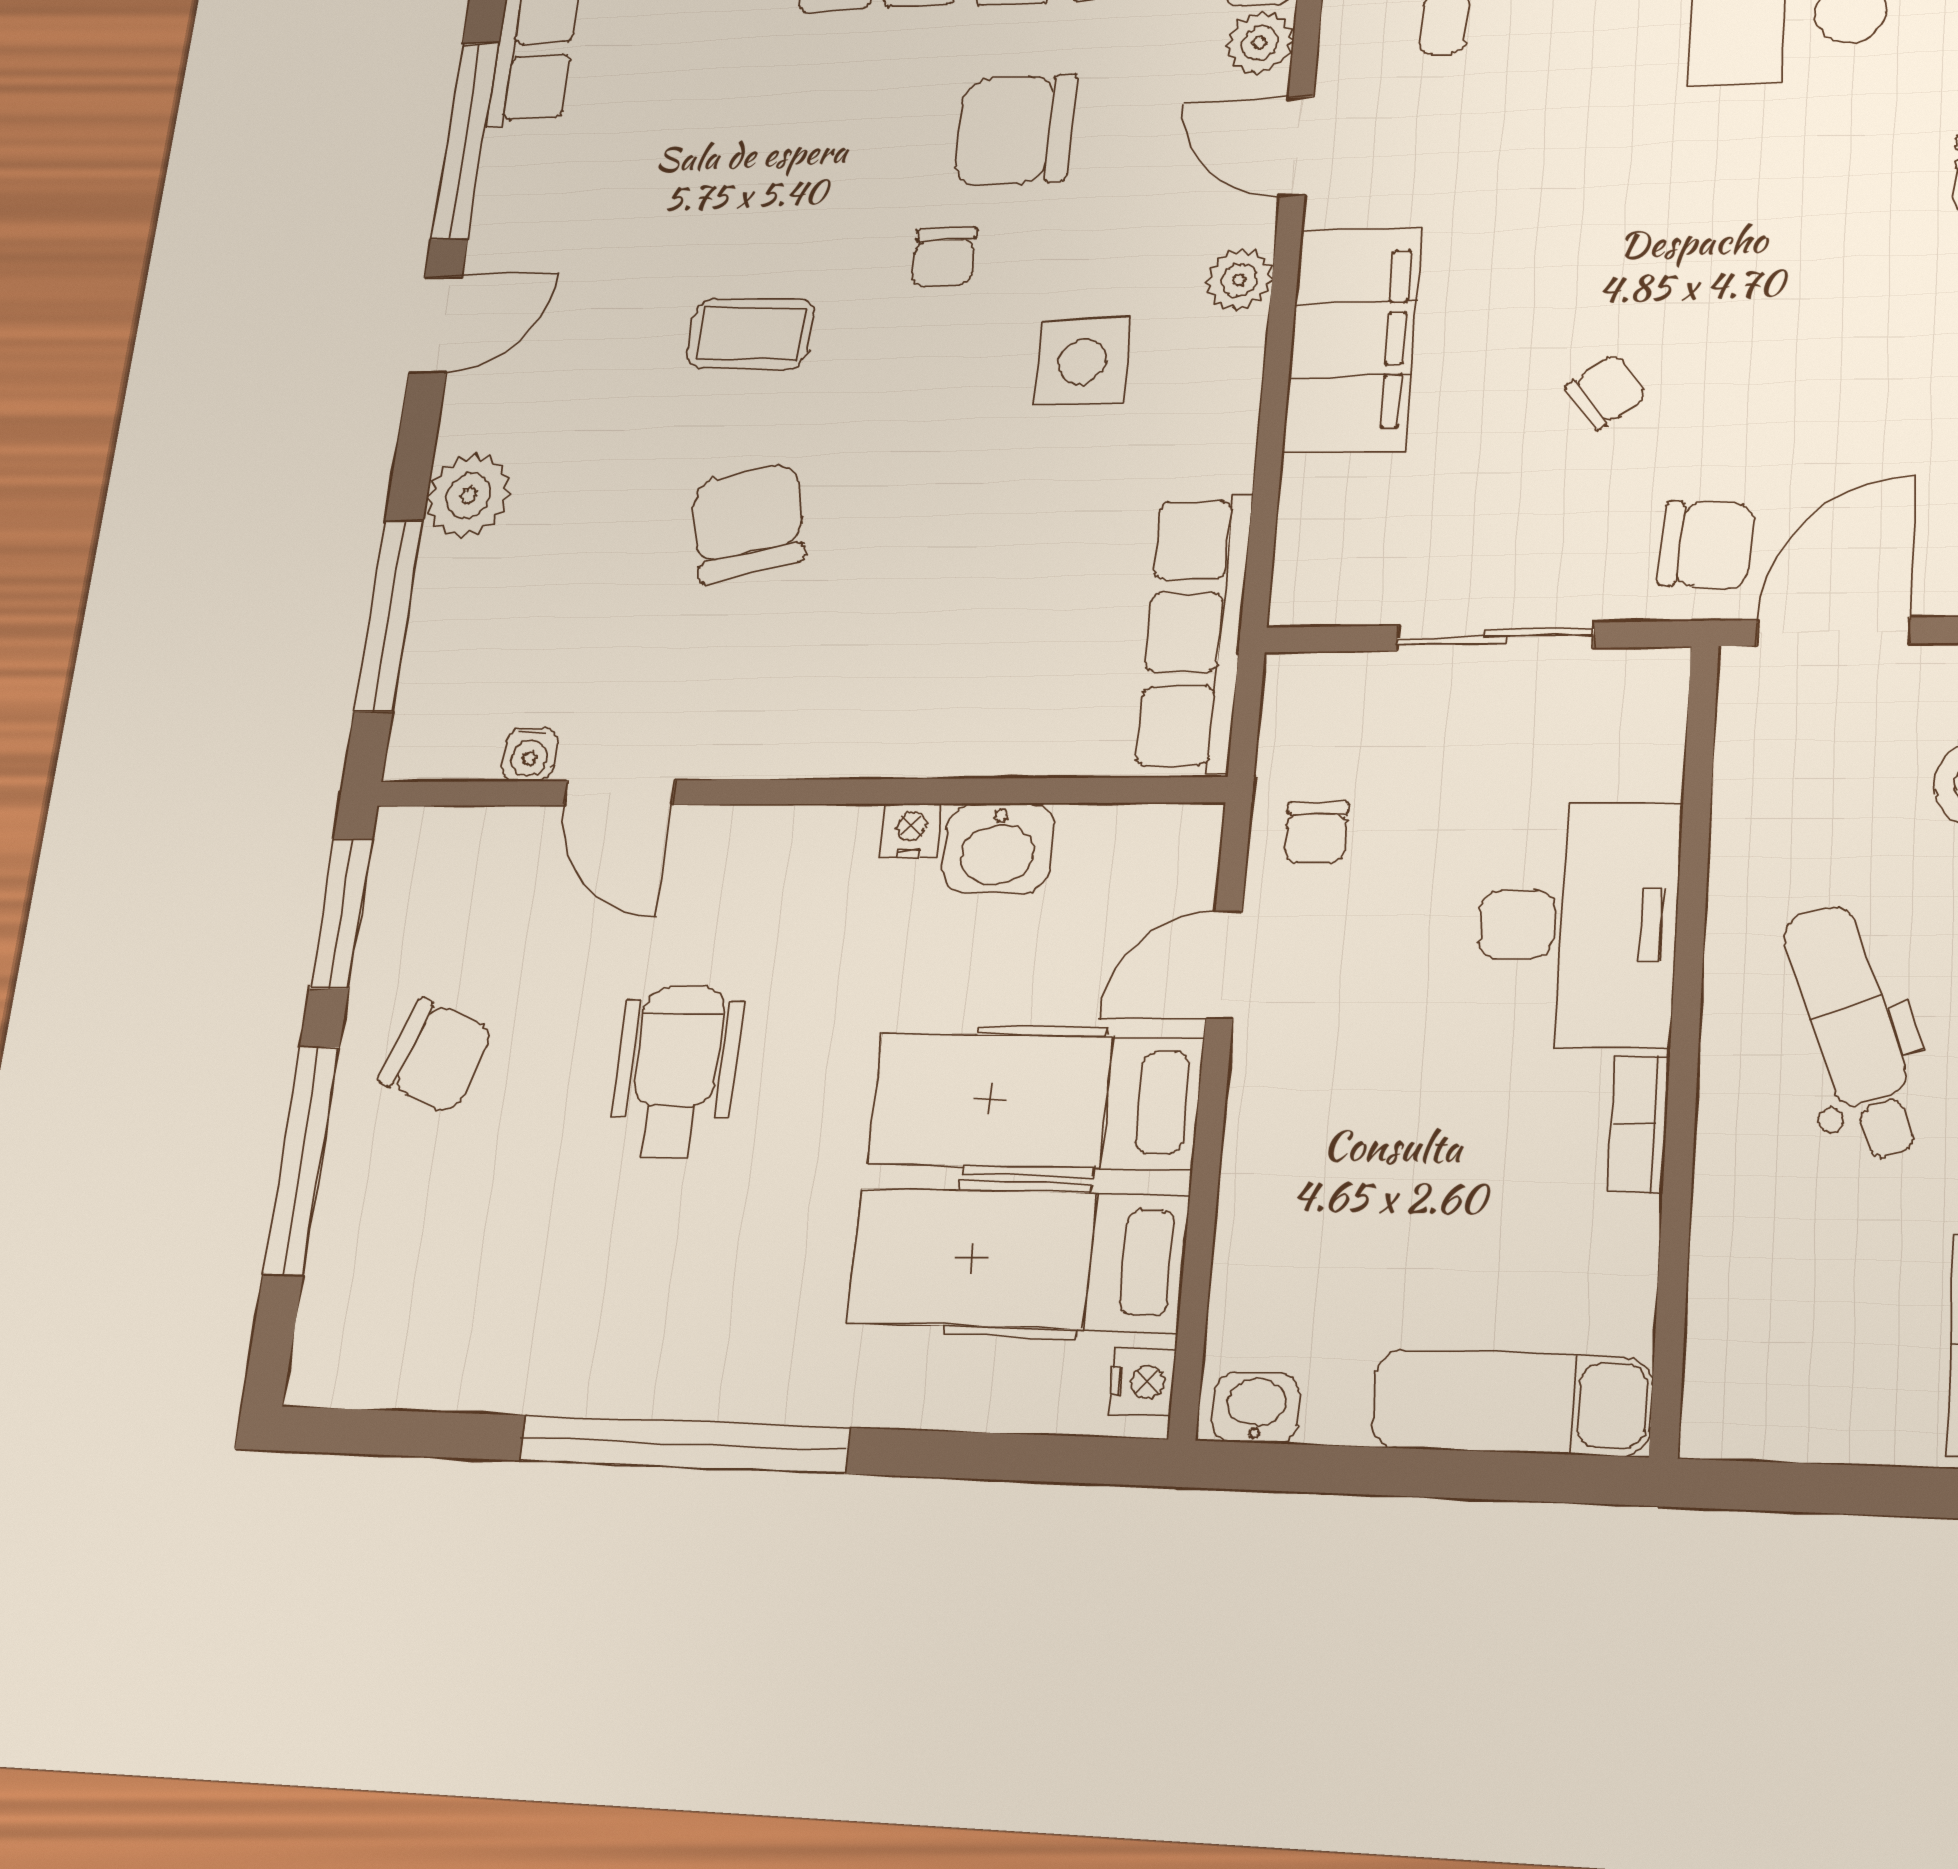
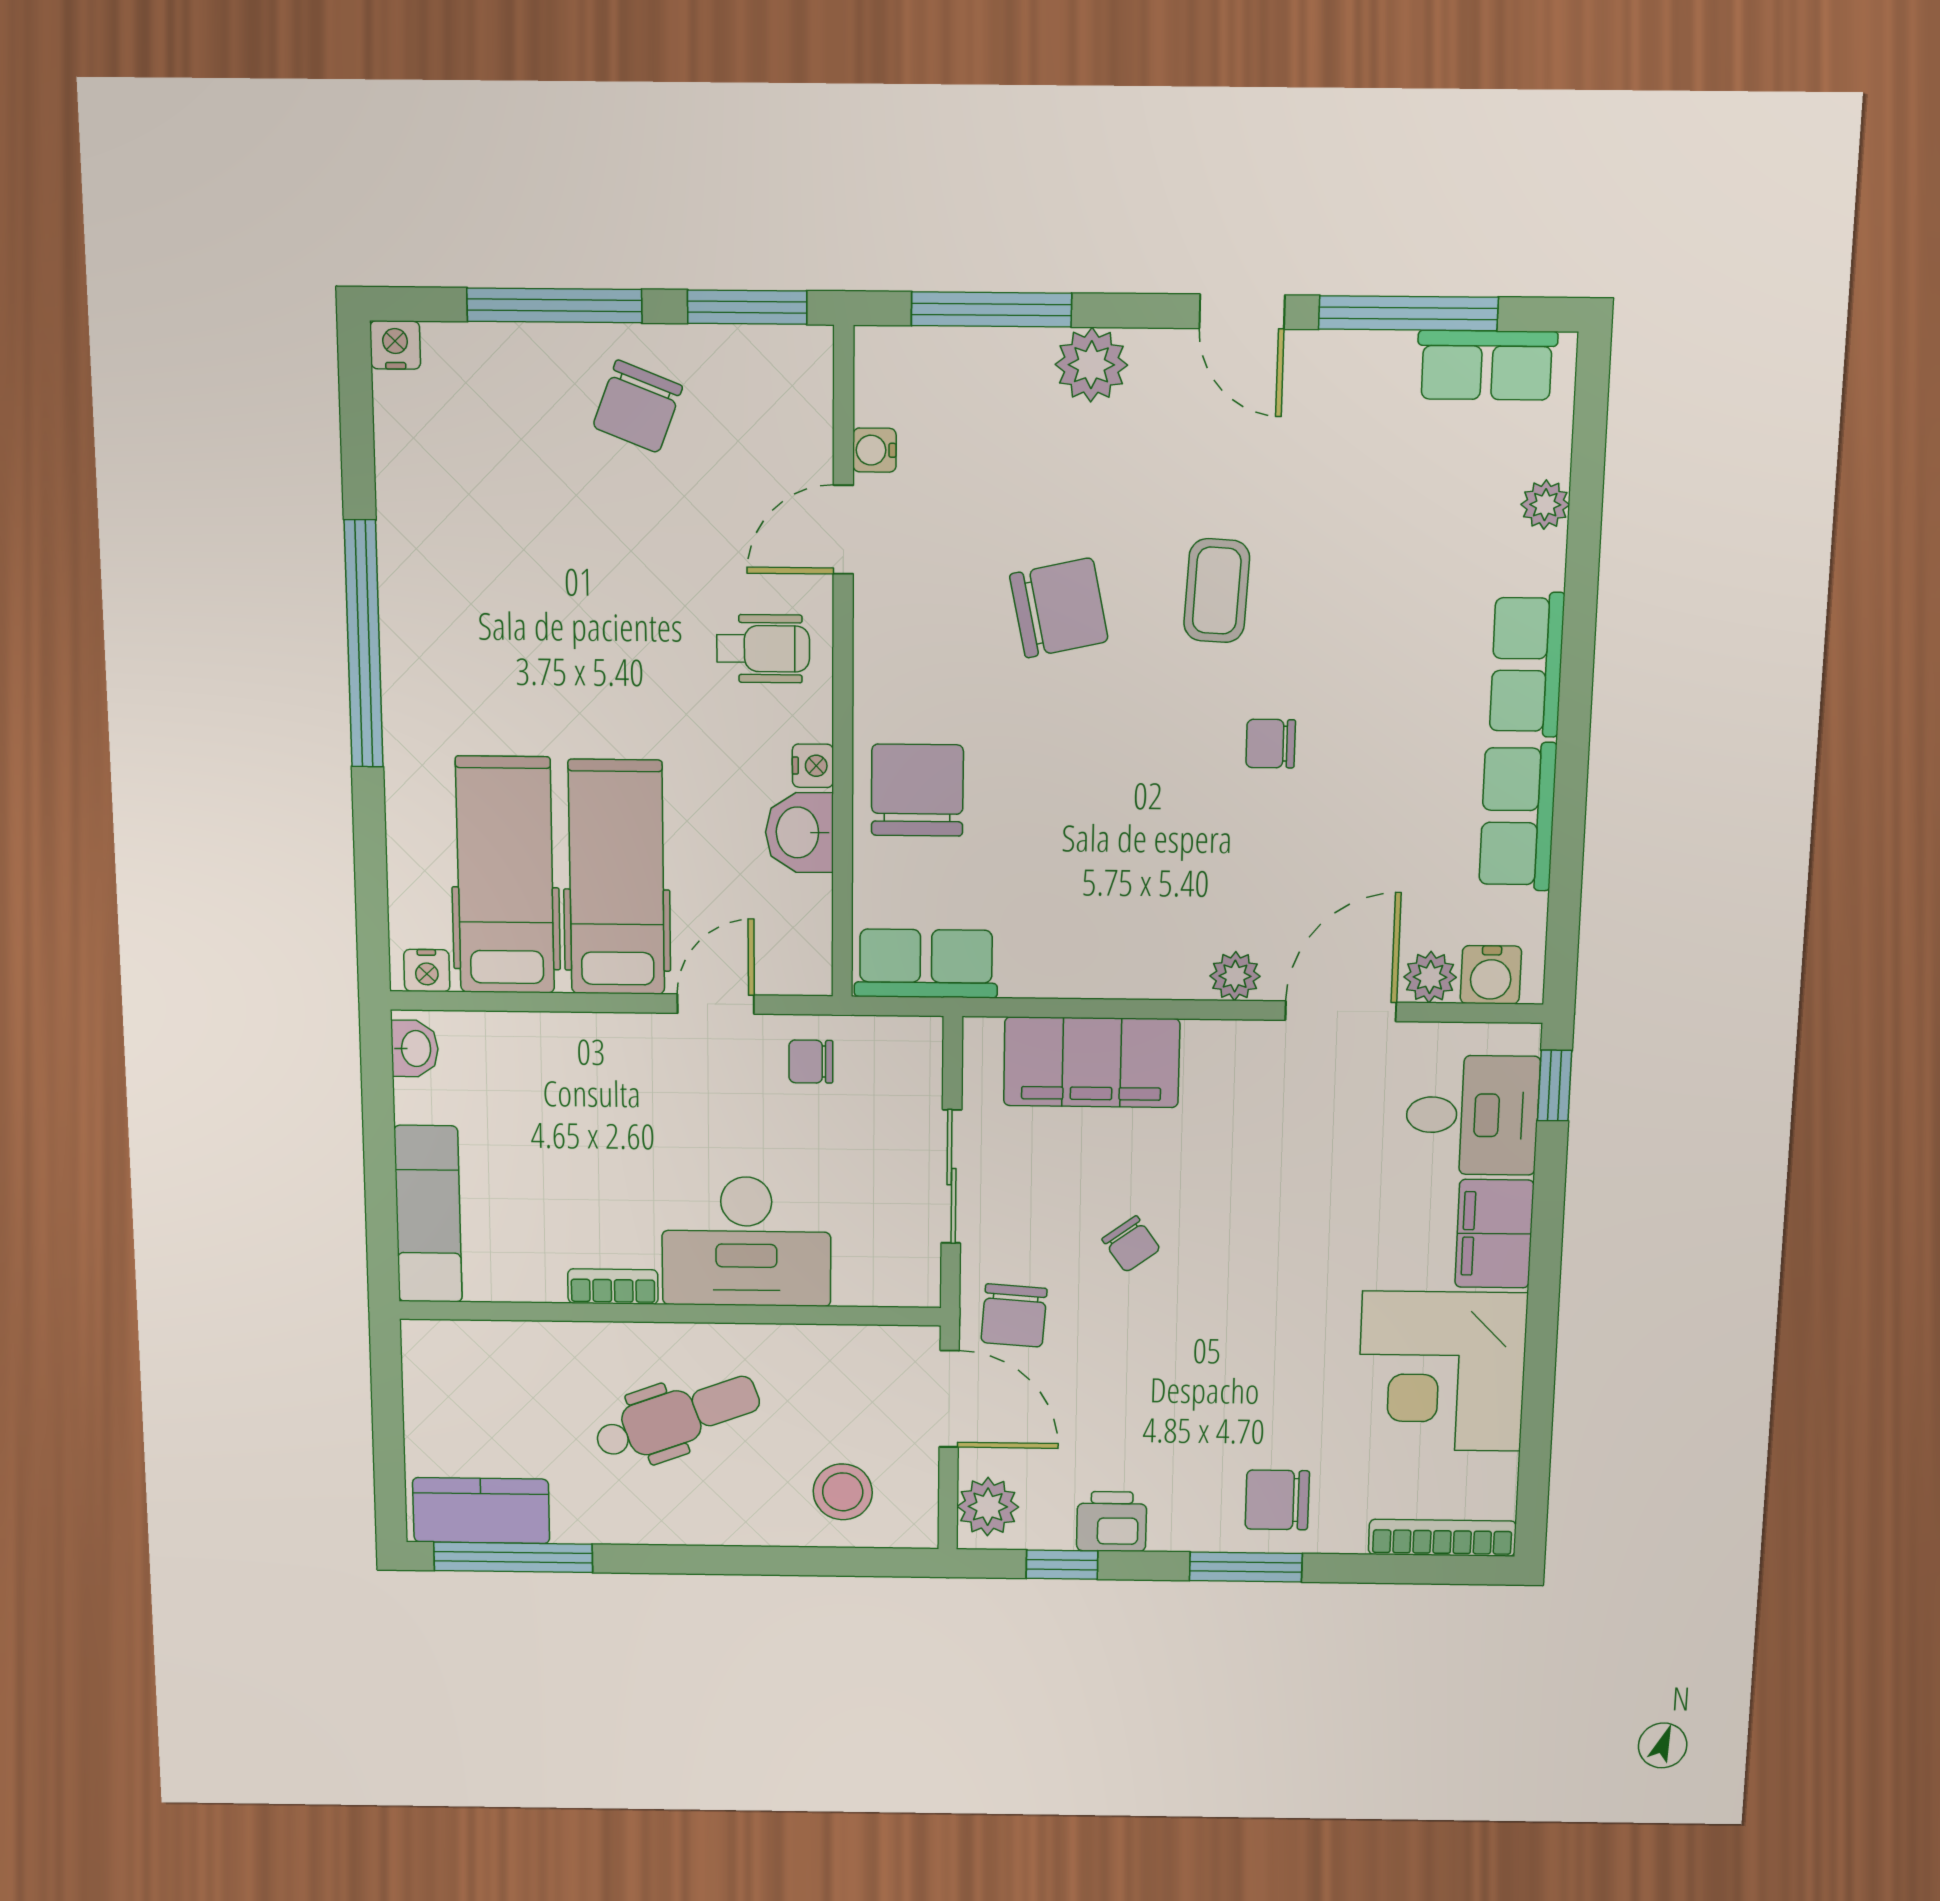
chair: (1015, 130) -> (917, 790), moved
door: (1297, 146) -> (1341, 1011), width x1.38
filing cabinet: (1353, 340) -> (1092, 1062), moved
side table: (1082, 362) -> (1176, 862), removed
row of seats: (1194, 632) -> (926, 963), width x0.68
door: (1224, 965) -> (716, 1004), hinge flipped
wheelchair: (676, 1072) -> (763, 649), moved, width x0.73, depth x0.73
nightstand: (316, 1374) -> (395, 345), added

